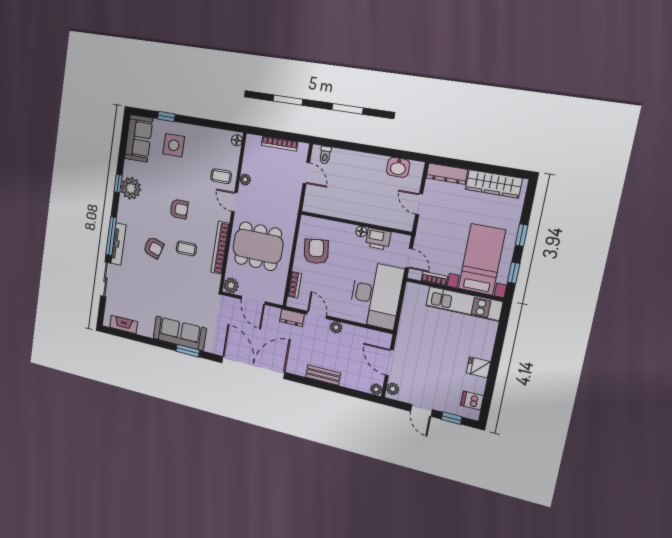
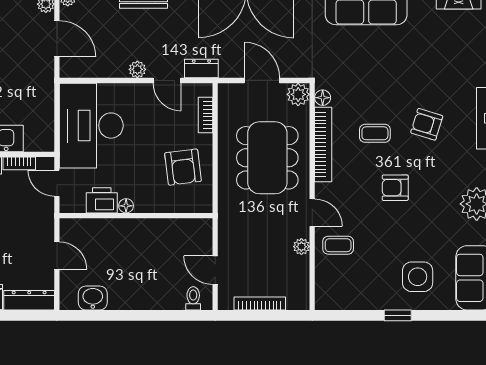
window: (166, 117) -> (398, 315), moved
floor lamp: (237, 140) -> (323, 98), moved
dining table: (258, 246) -> (267, 158), turned 90

